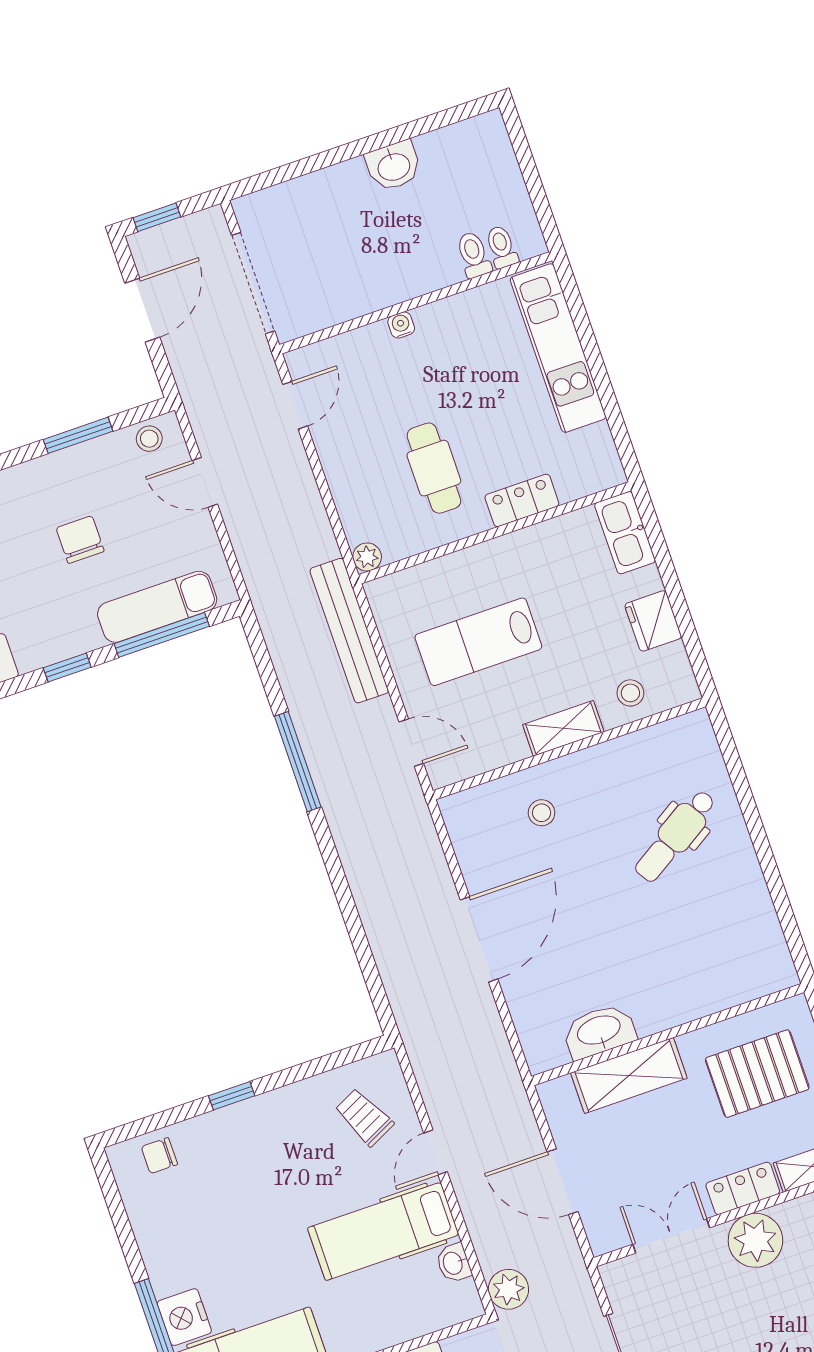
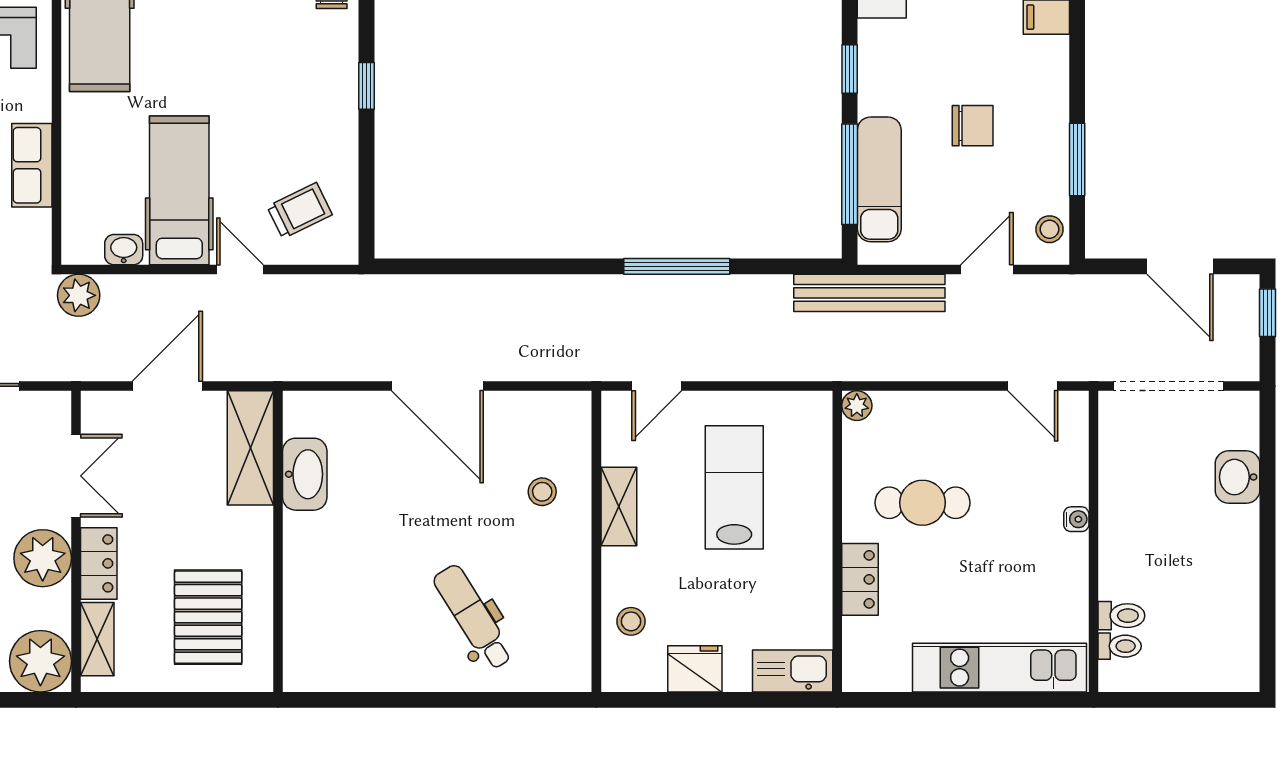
washbasin: (393, 166) -> (1238, 477), moved
bench: (349, 631) -> (869, 293), moved
shelving: (563, 728) -> (619, 506), moved
shelving: (629, 1075) -> (250, 448), moved

